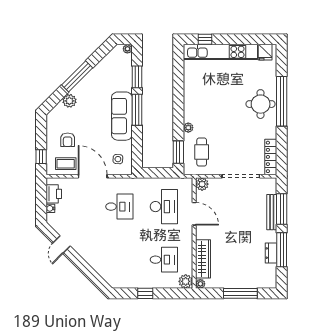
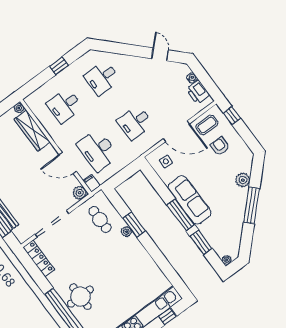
window: (178, 152) -> (134, 224), moved
filing cabinet: (187, 185) -> (92, 183), added
desk: (119, 260) -> (102, 78), added
plant: (186, 281) -> (33, 101), removed

